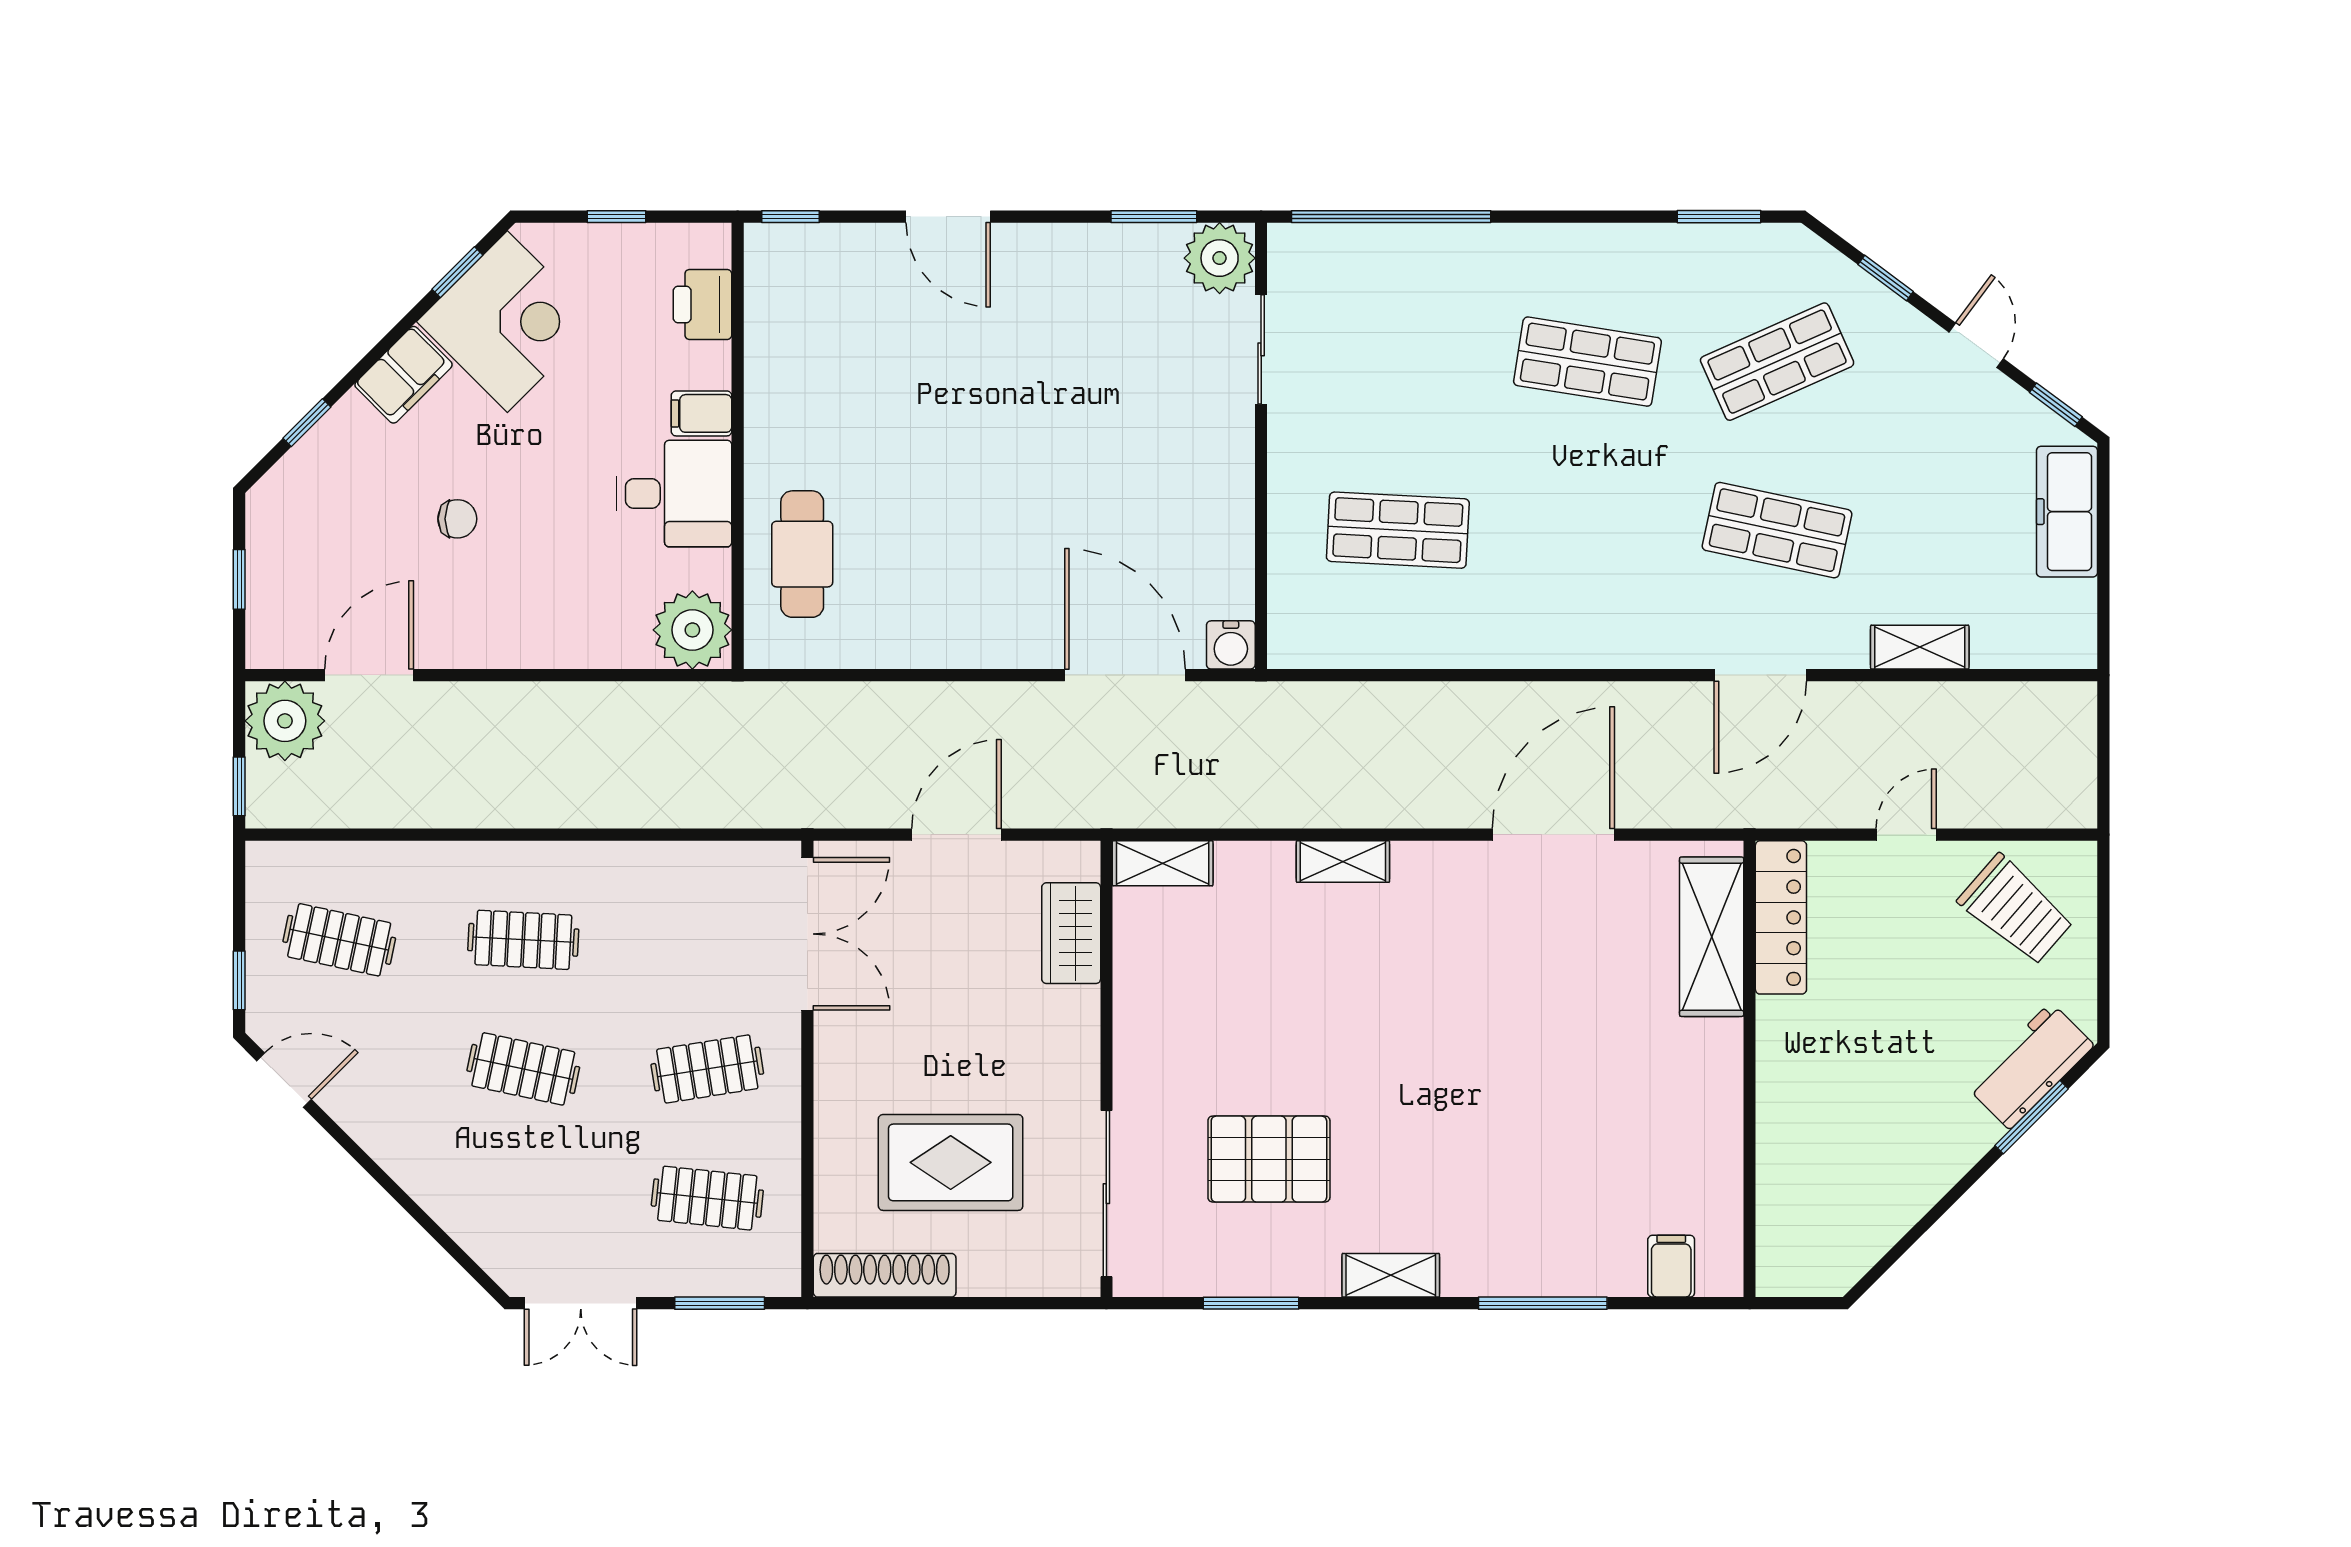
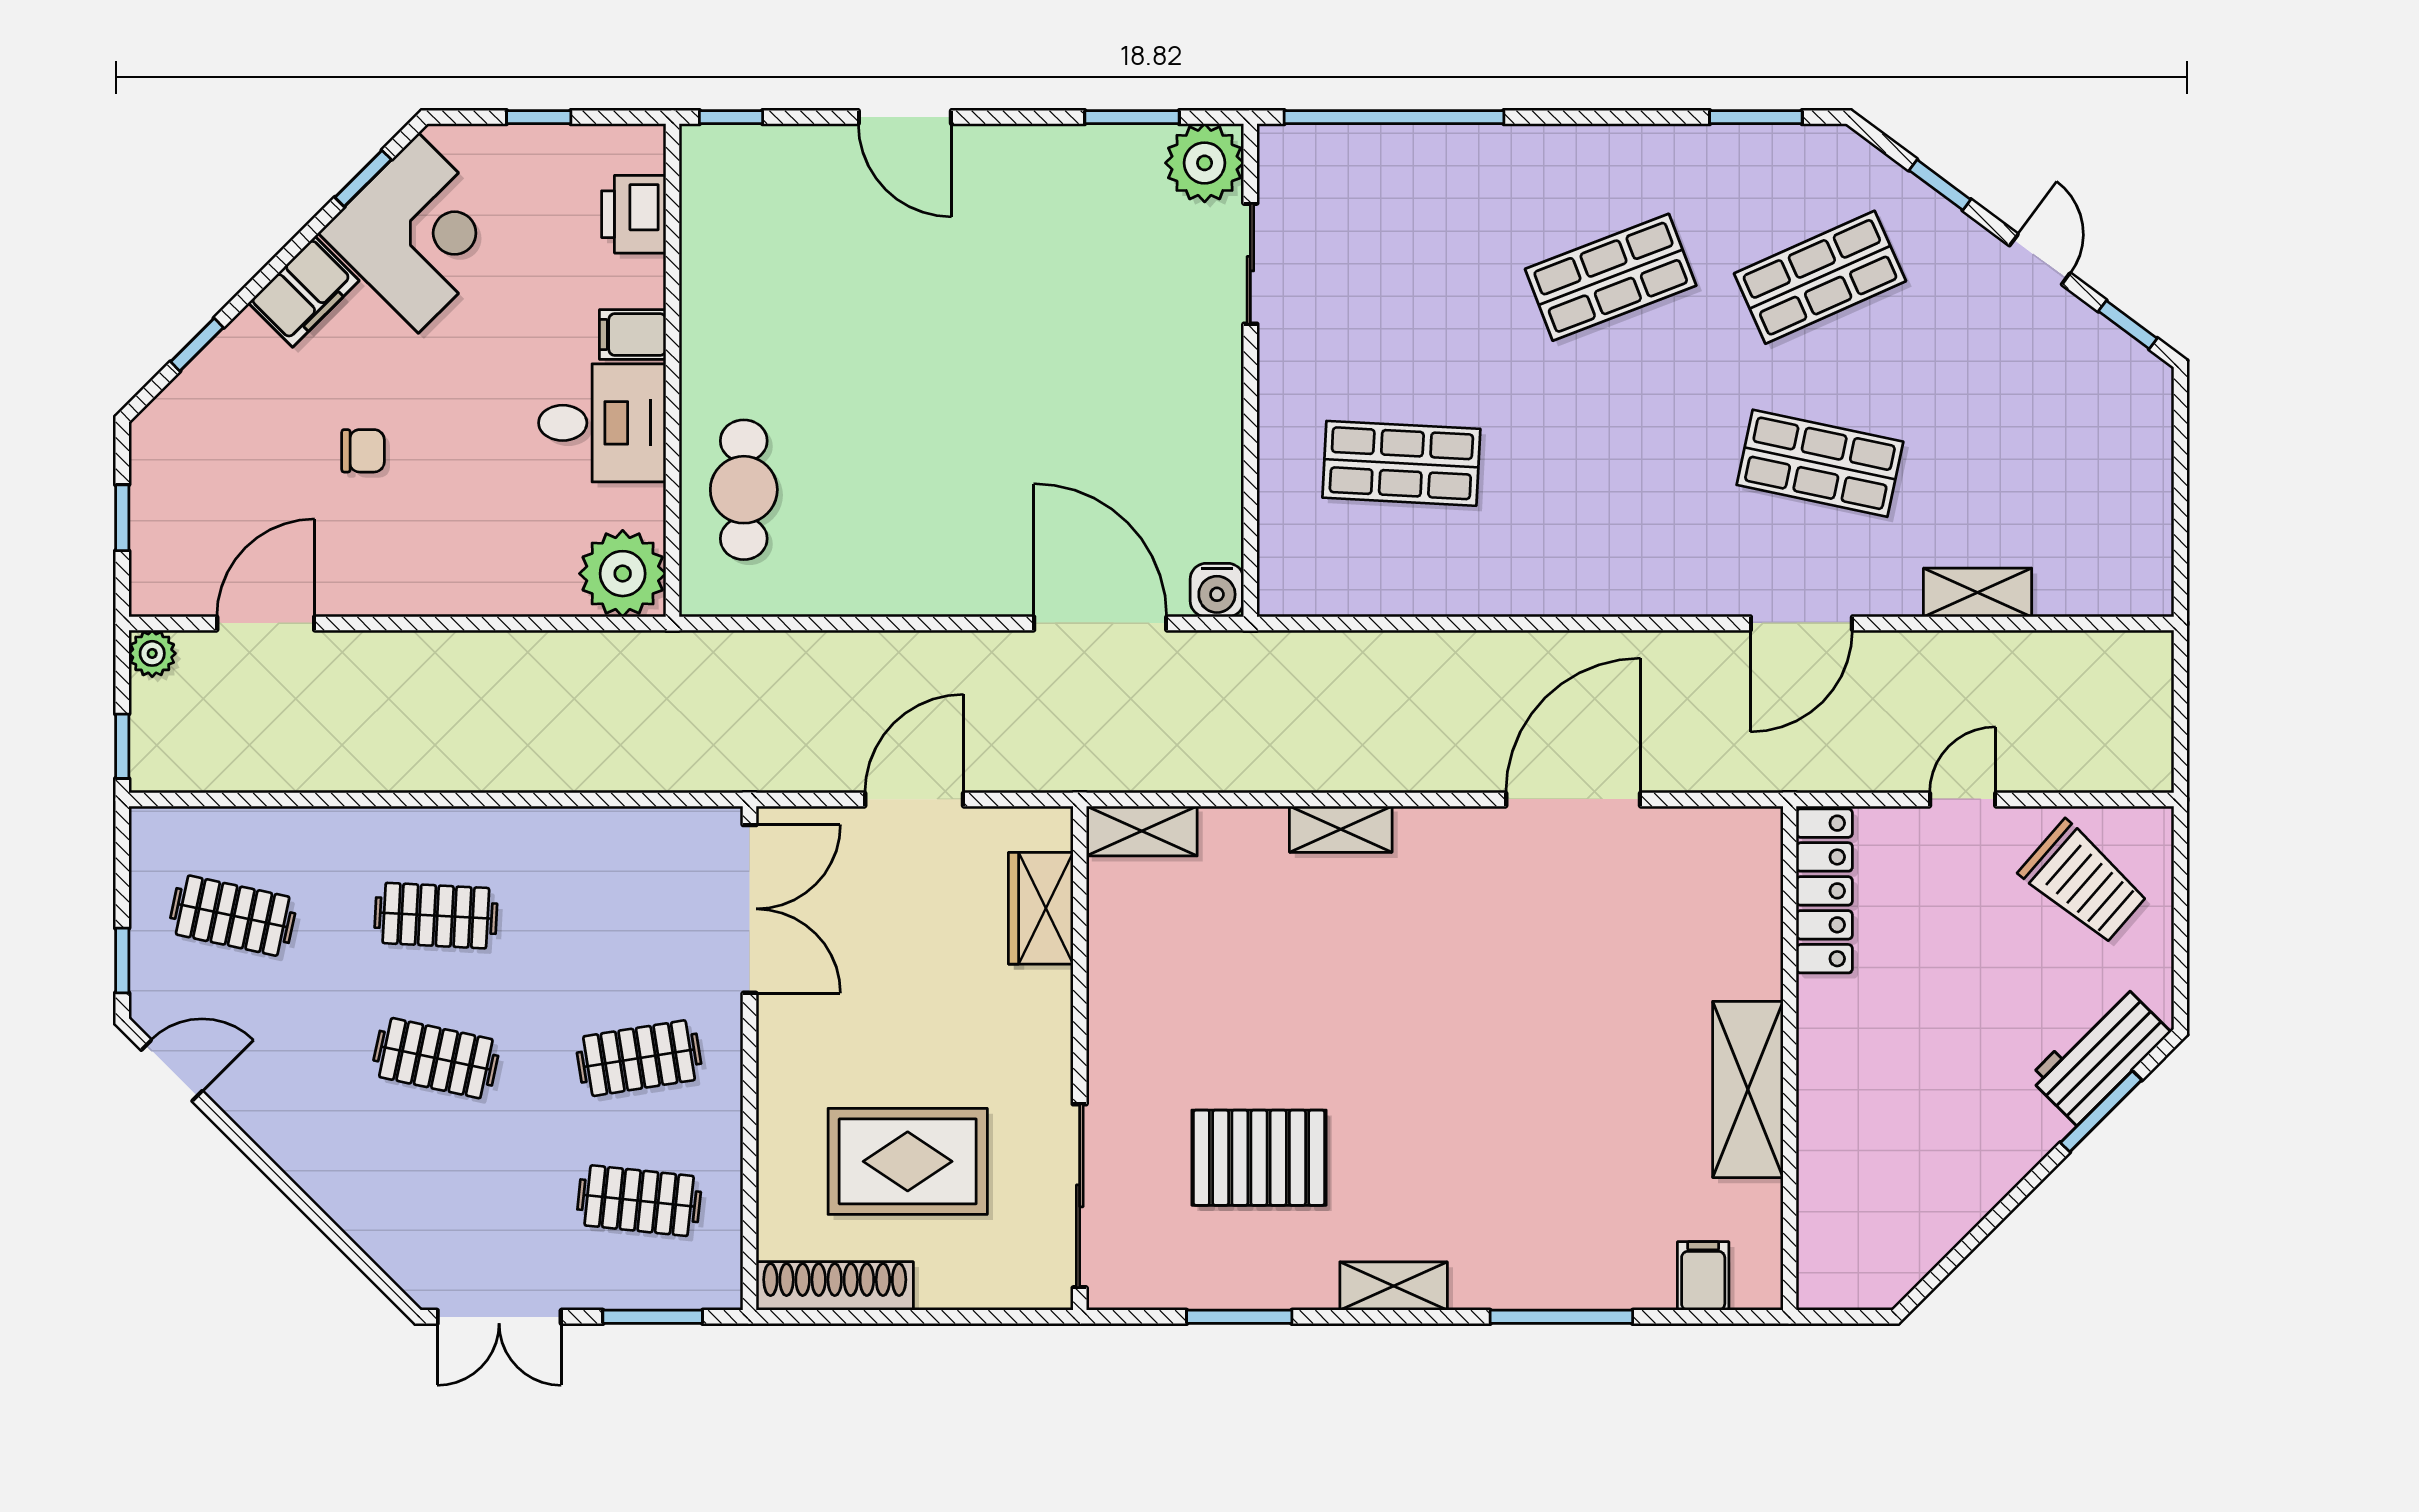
shop shelf: (1587, 362) -> (1611, 277), turned -30
freezer: (2067, 512) -> (2140, 443), removed
plant: (285, 721) -> (152, 653), width x0.53, depth x0.53
shelving: (1712, 937) -> (1748, 1089), moved

